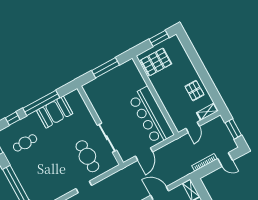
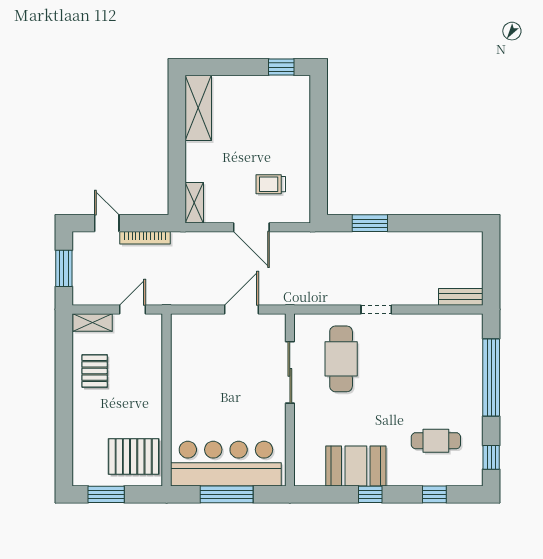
window: (41, 103) -> (370, 494), width x0.32
bar counter: (151, 116) -> (226, 464), moved, turned -90

